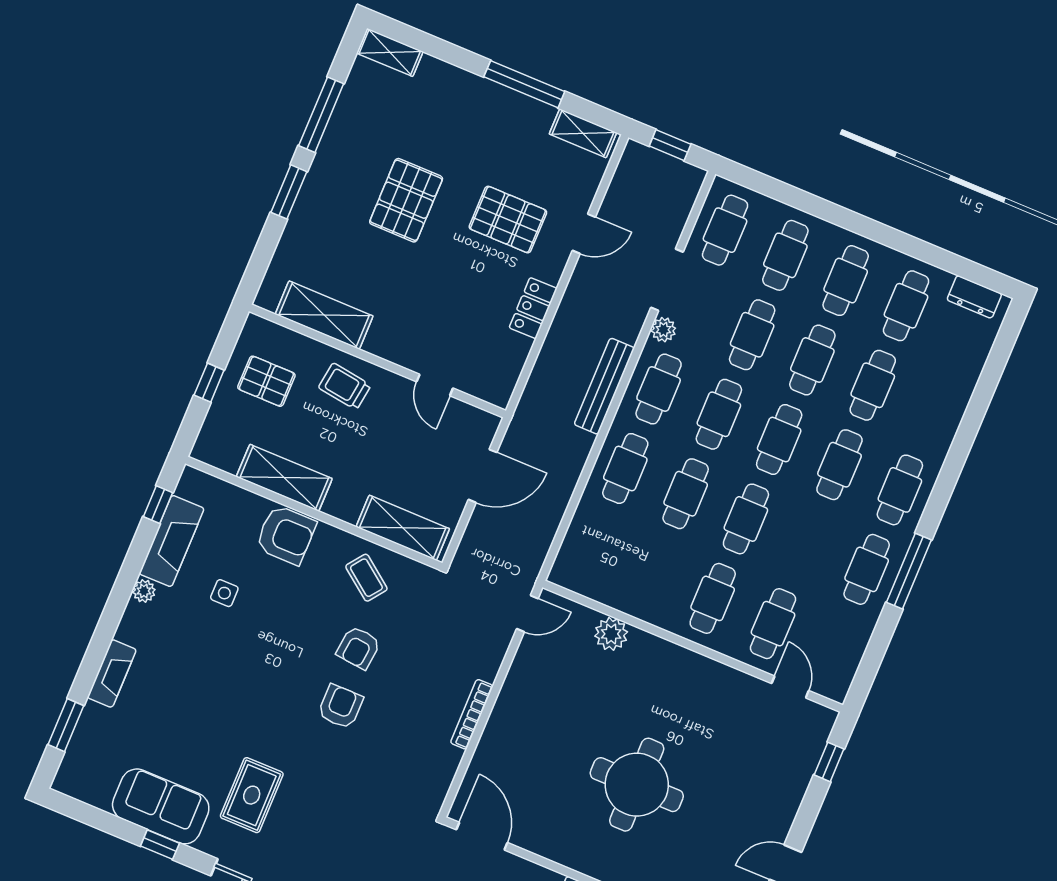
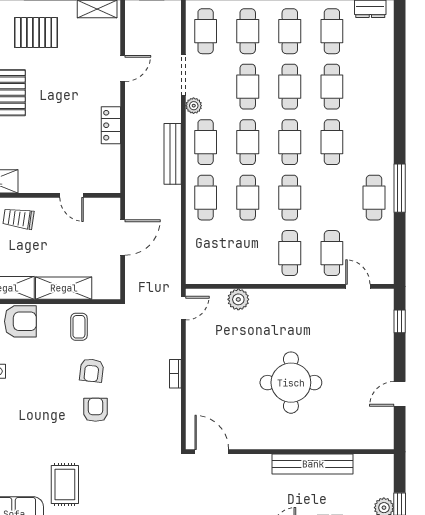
pallet: (508, 220) -> (36, 33), moved
cafe table: (900, 490) -> (374, 142), removed
shelving: (403, 528) -> (64, 288), moved
coffee table: (366, 578) -> (79, 327), turned 53
bookcase: (472, 714) -> (175, 374), width x0.64

